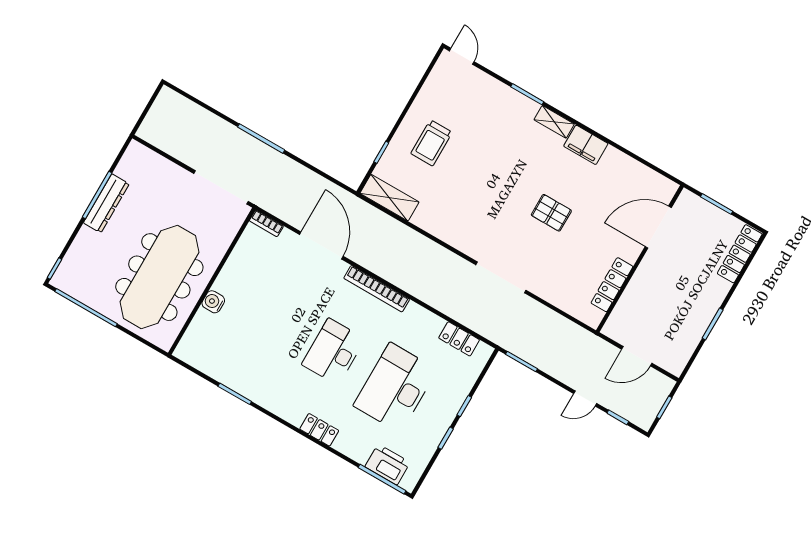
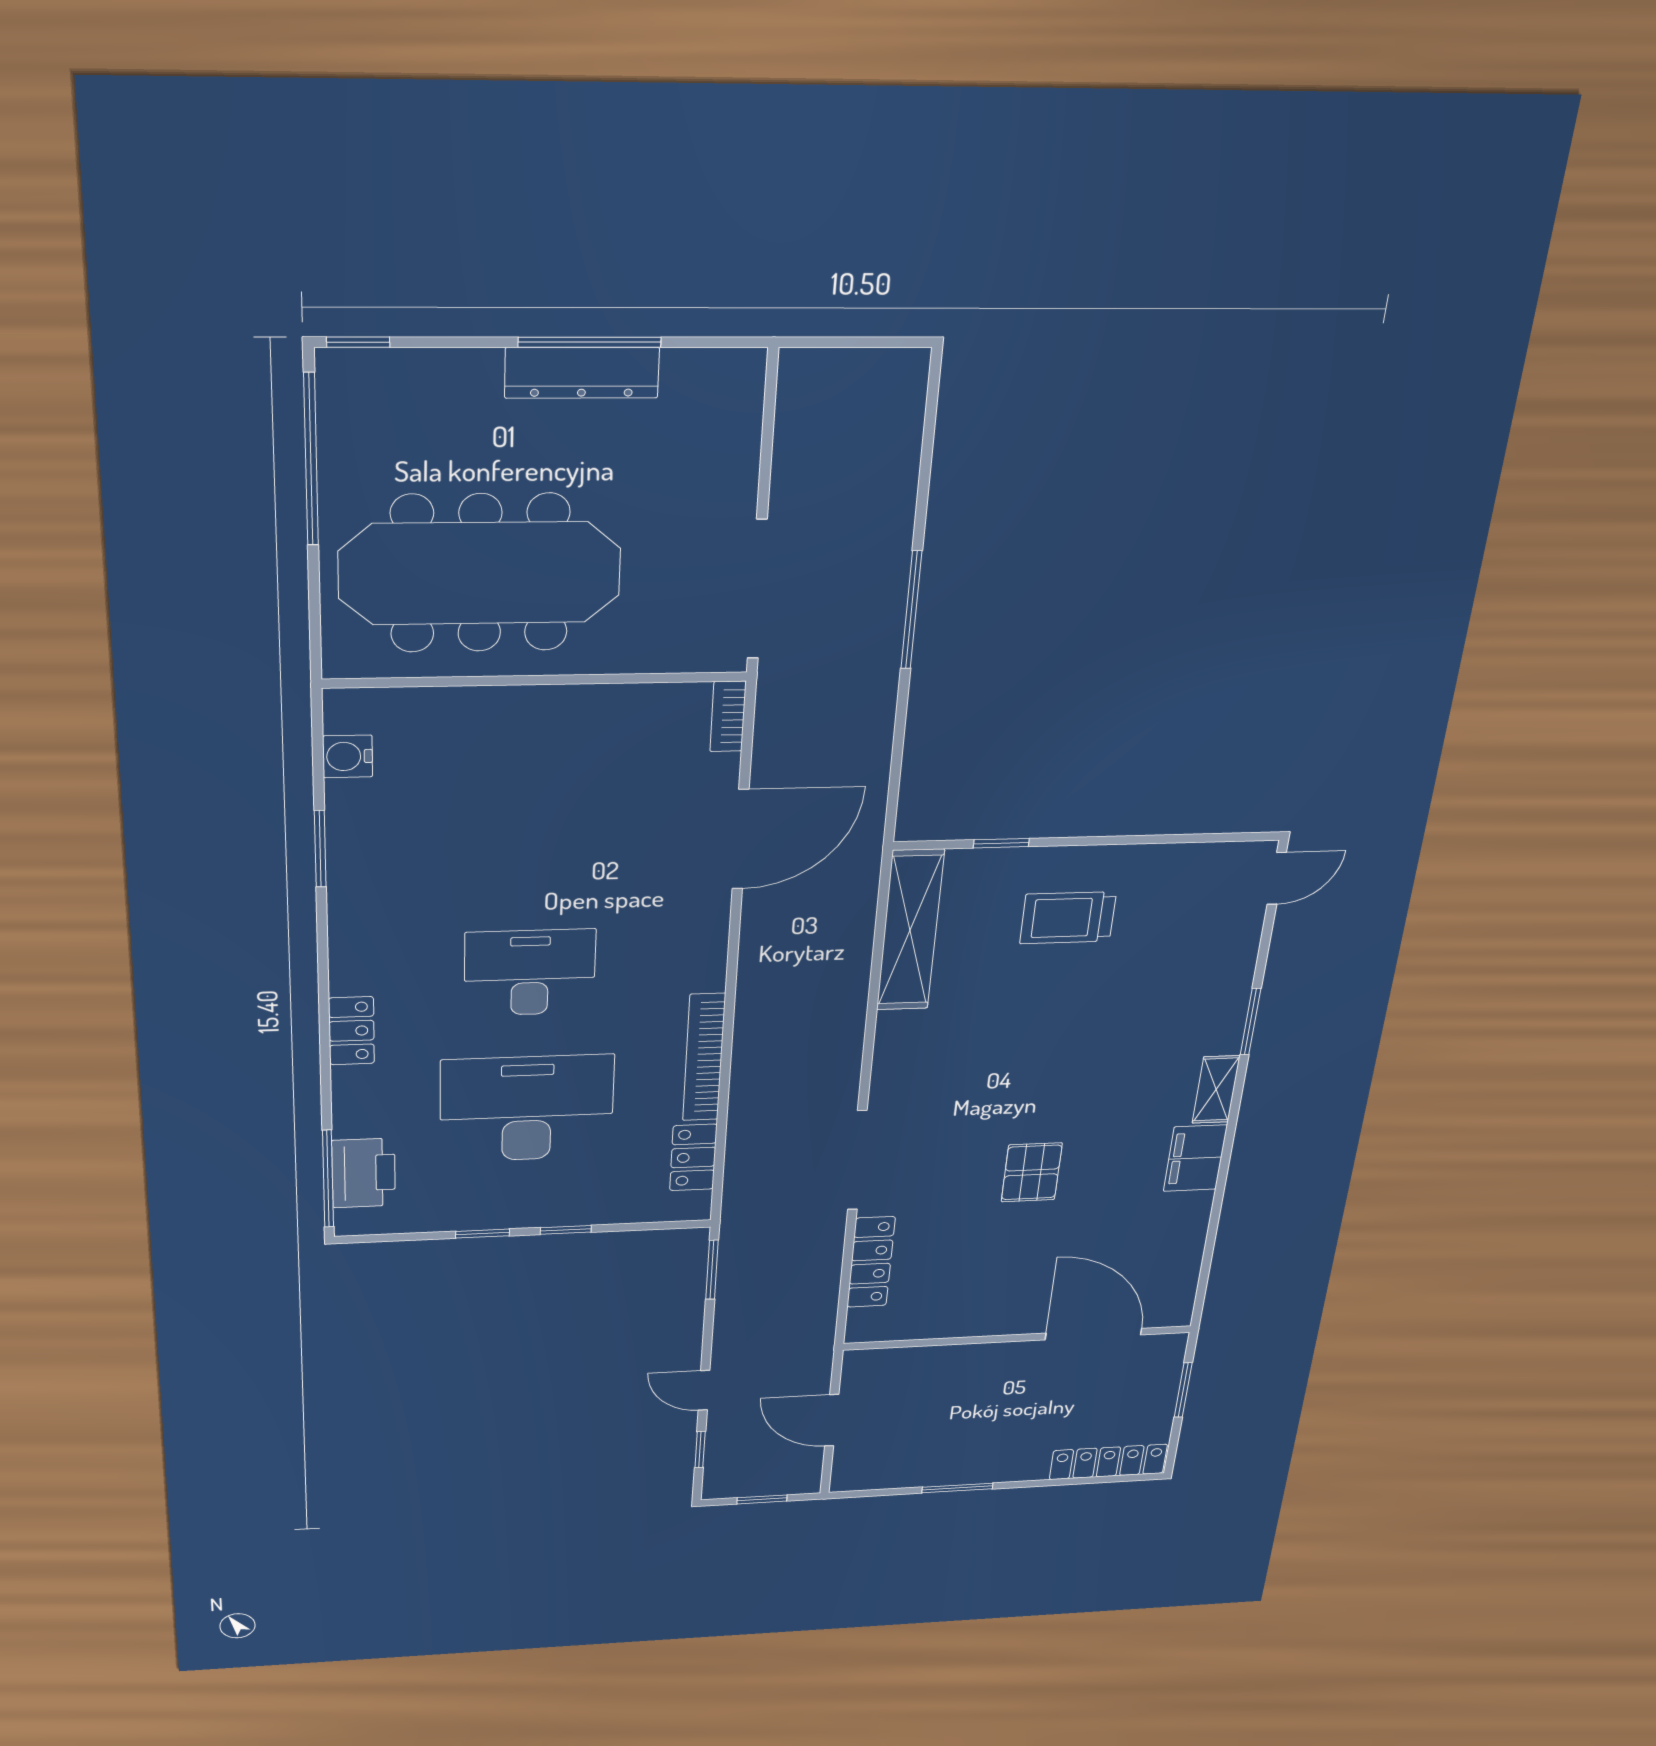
shelving: (389, 198) -> (910, 930), width x1.47
locker: (612, 285) -> (871, 1262), moved, turned 90
bookcase: (377, 289) -> (704, 1057), moved
water cooler: (213, 302) -> (348, 756), moved, turned -90

